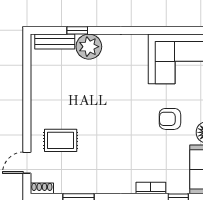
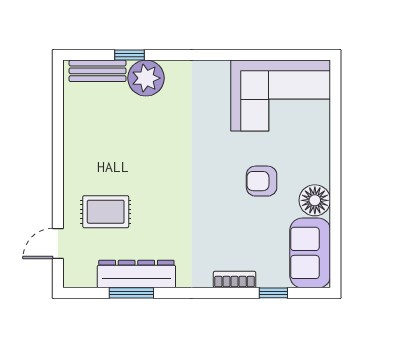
dresser: (82, 184) -> (136, 274), added
shoe rack: (42, 188) -> (79, 280), removed

